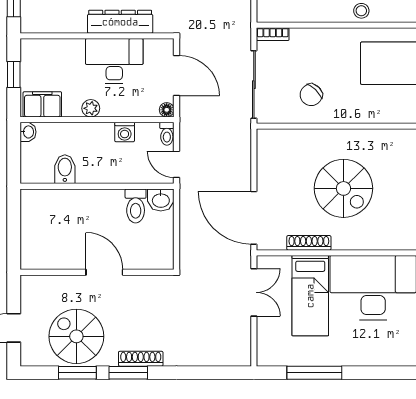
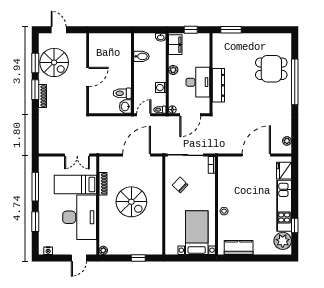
spiral stairs: (343, 188) -> (131, 202), turned -90
door: (254, 218) -> (137, 155), moved
spiral stairs: (76, 336) -> (54, 62), turned 90
window: (382, 373) -> (35, 222), added

